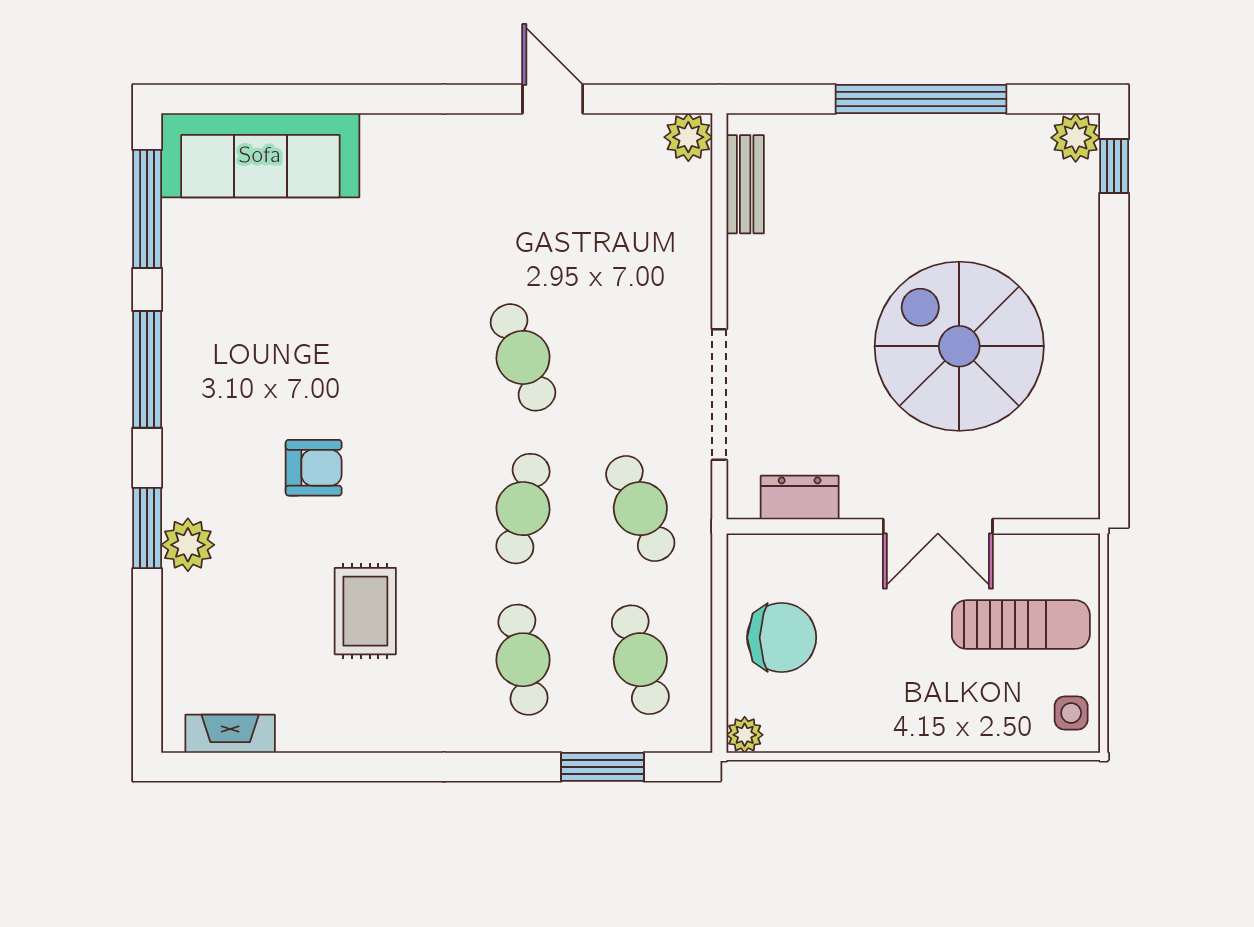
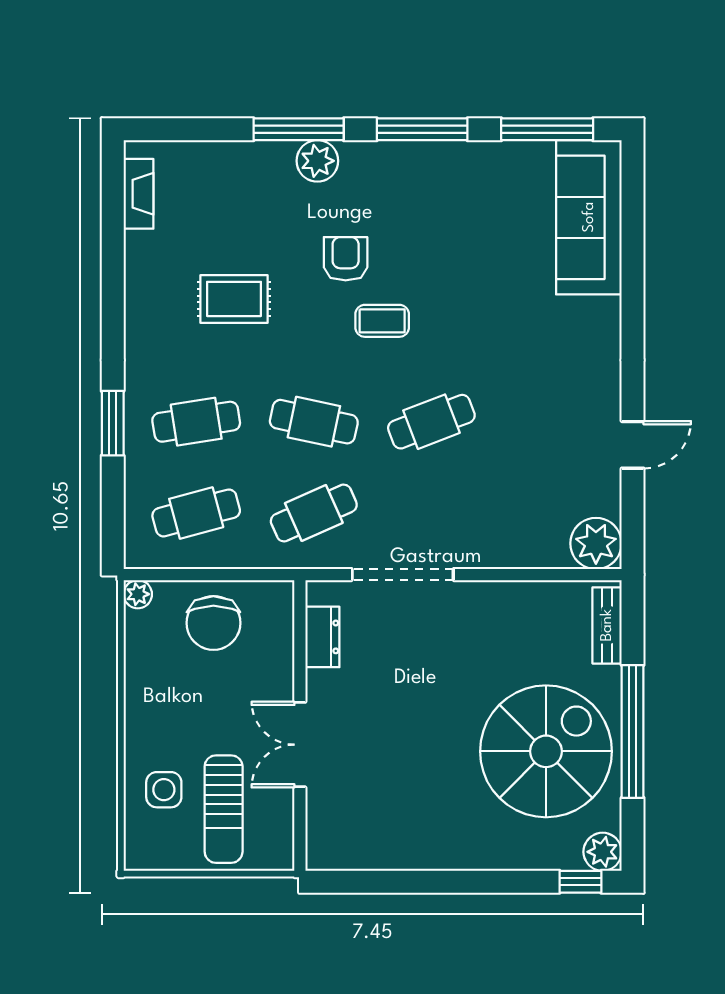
plant: (688, 137) -> (596, 543), width x1.36, depth x1.36
bench: (745, 184) -> (607, 625), moved, turned 90
spiral stairs: (959, 346) -> (546, 751), moved
coffee table: (393, 421) -> (382, 321), added
armchair: (314, 468) -> (346, 259), turned 180
window: (147, 528) -> (299, 129), width x1.44
plant: (188, 545) -> (317, 161), moved
side table: (1071, 713) -> (164, 790), moved, width x1.37, depth x1.37
window: (603, 767) -> (113, 423), moved

